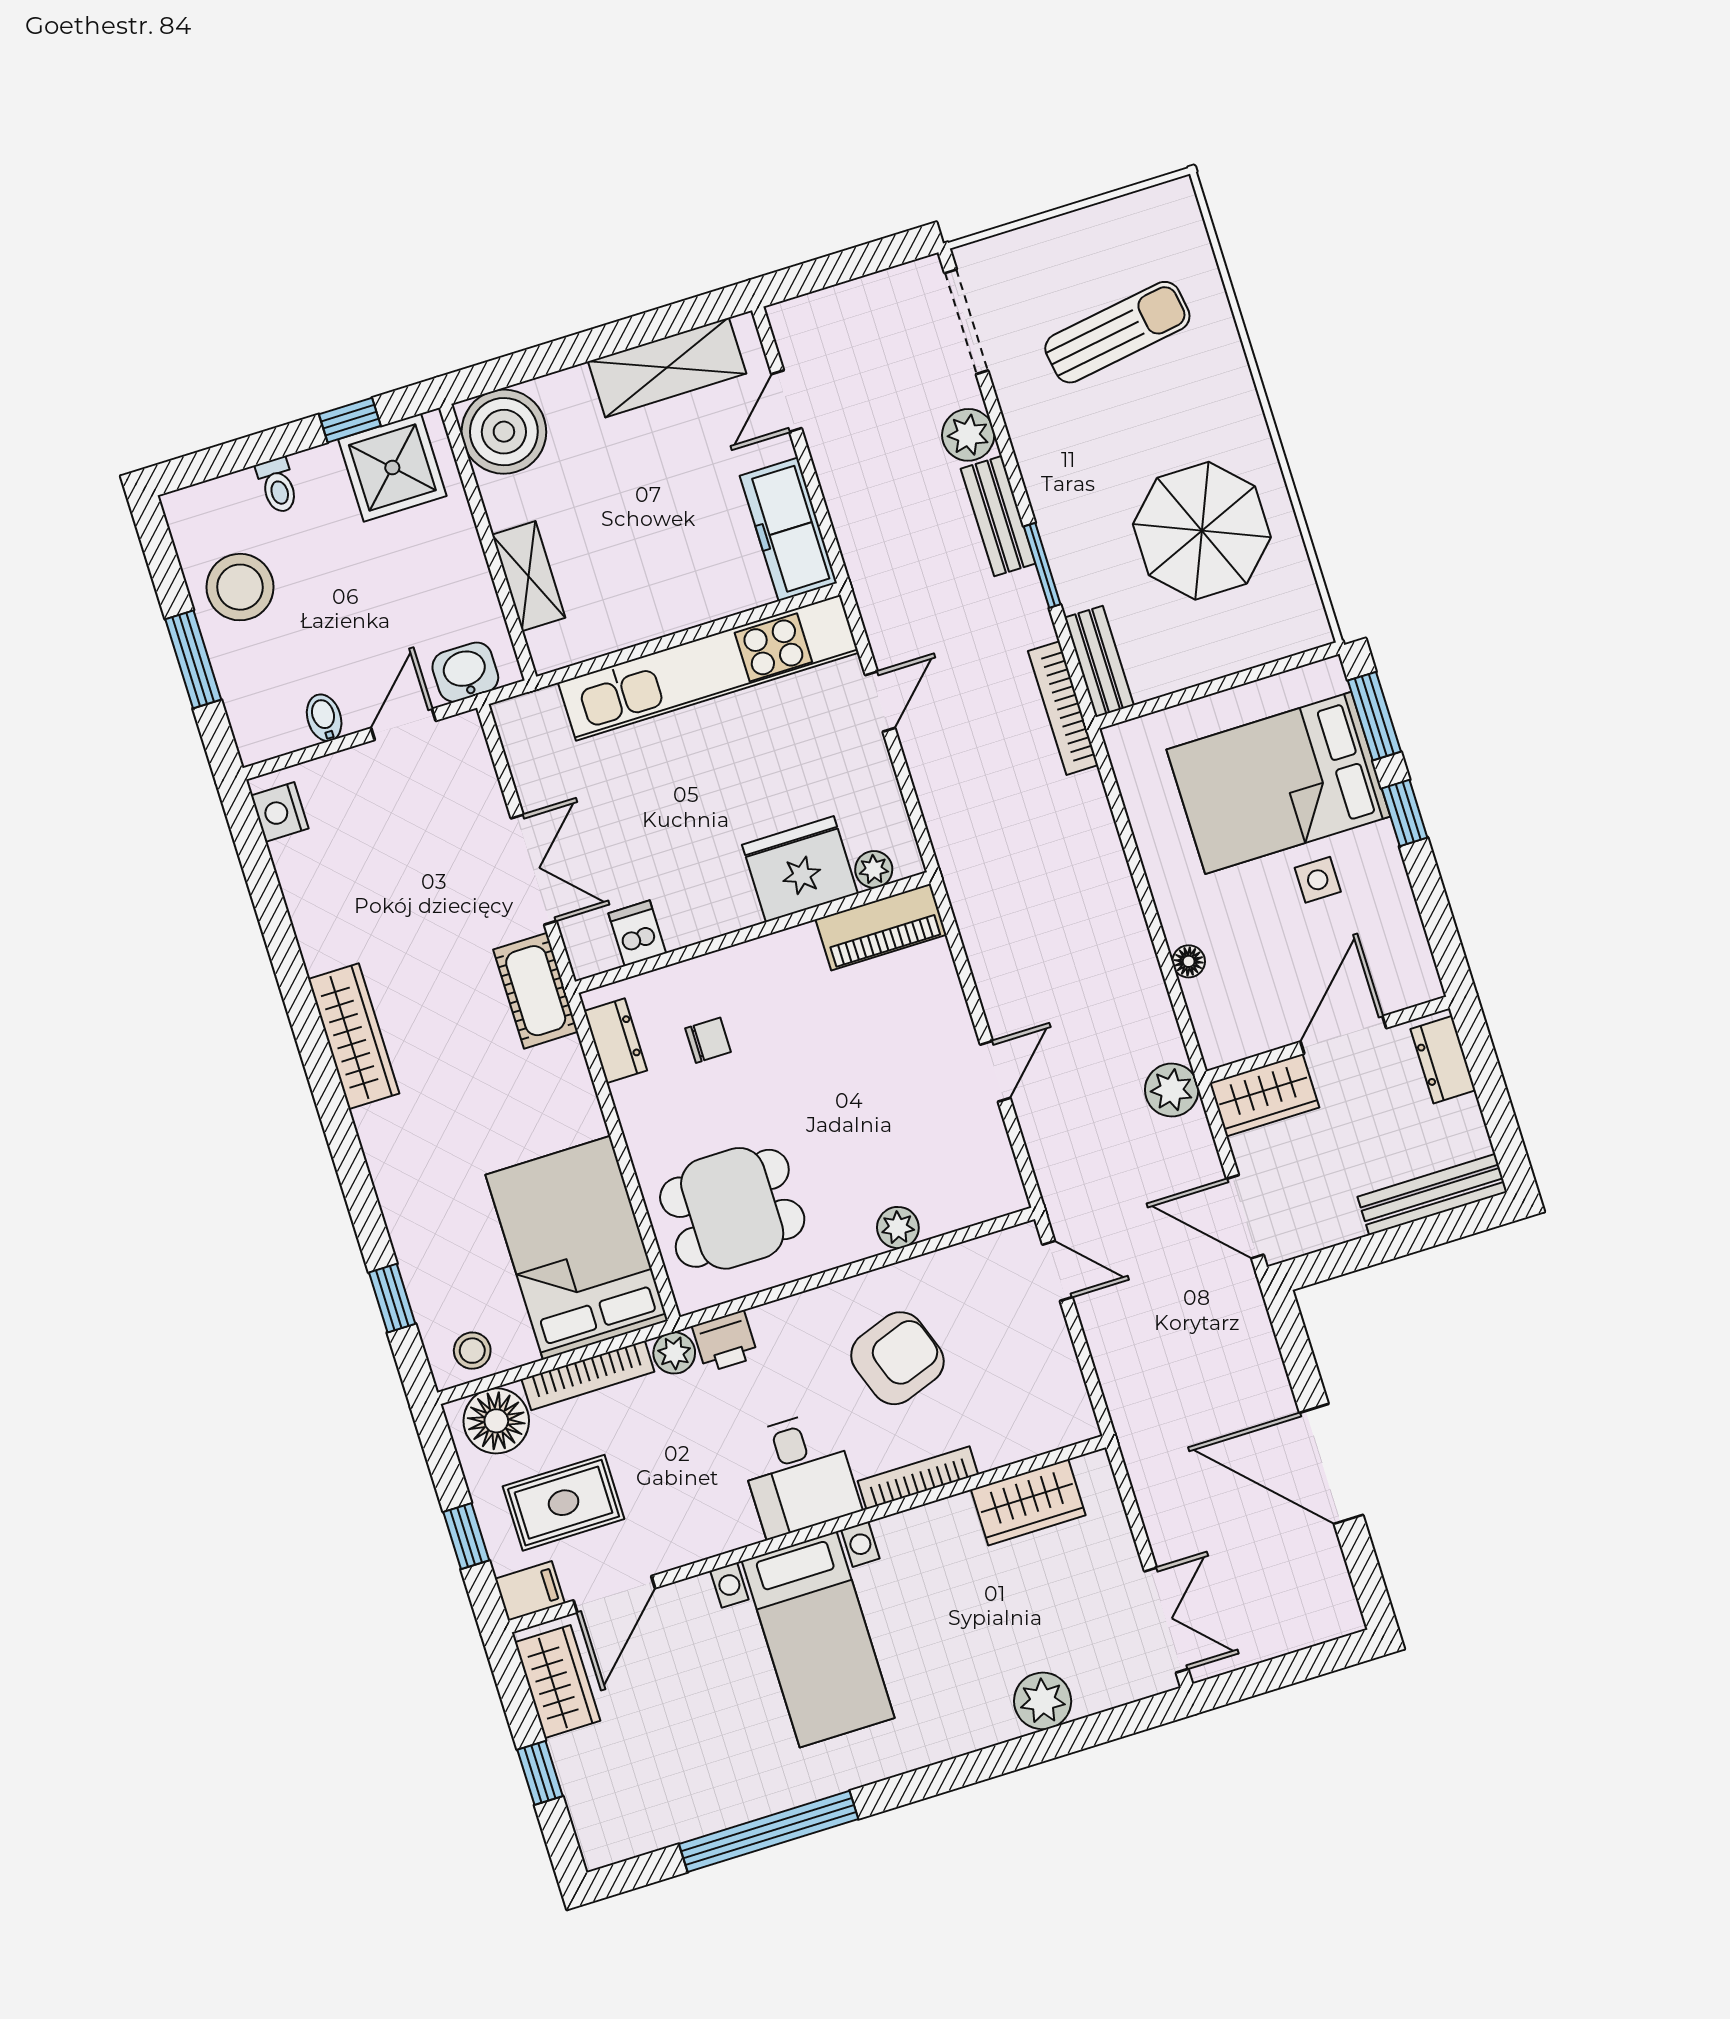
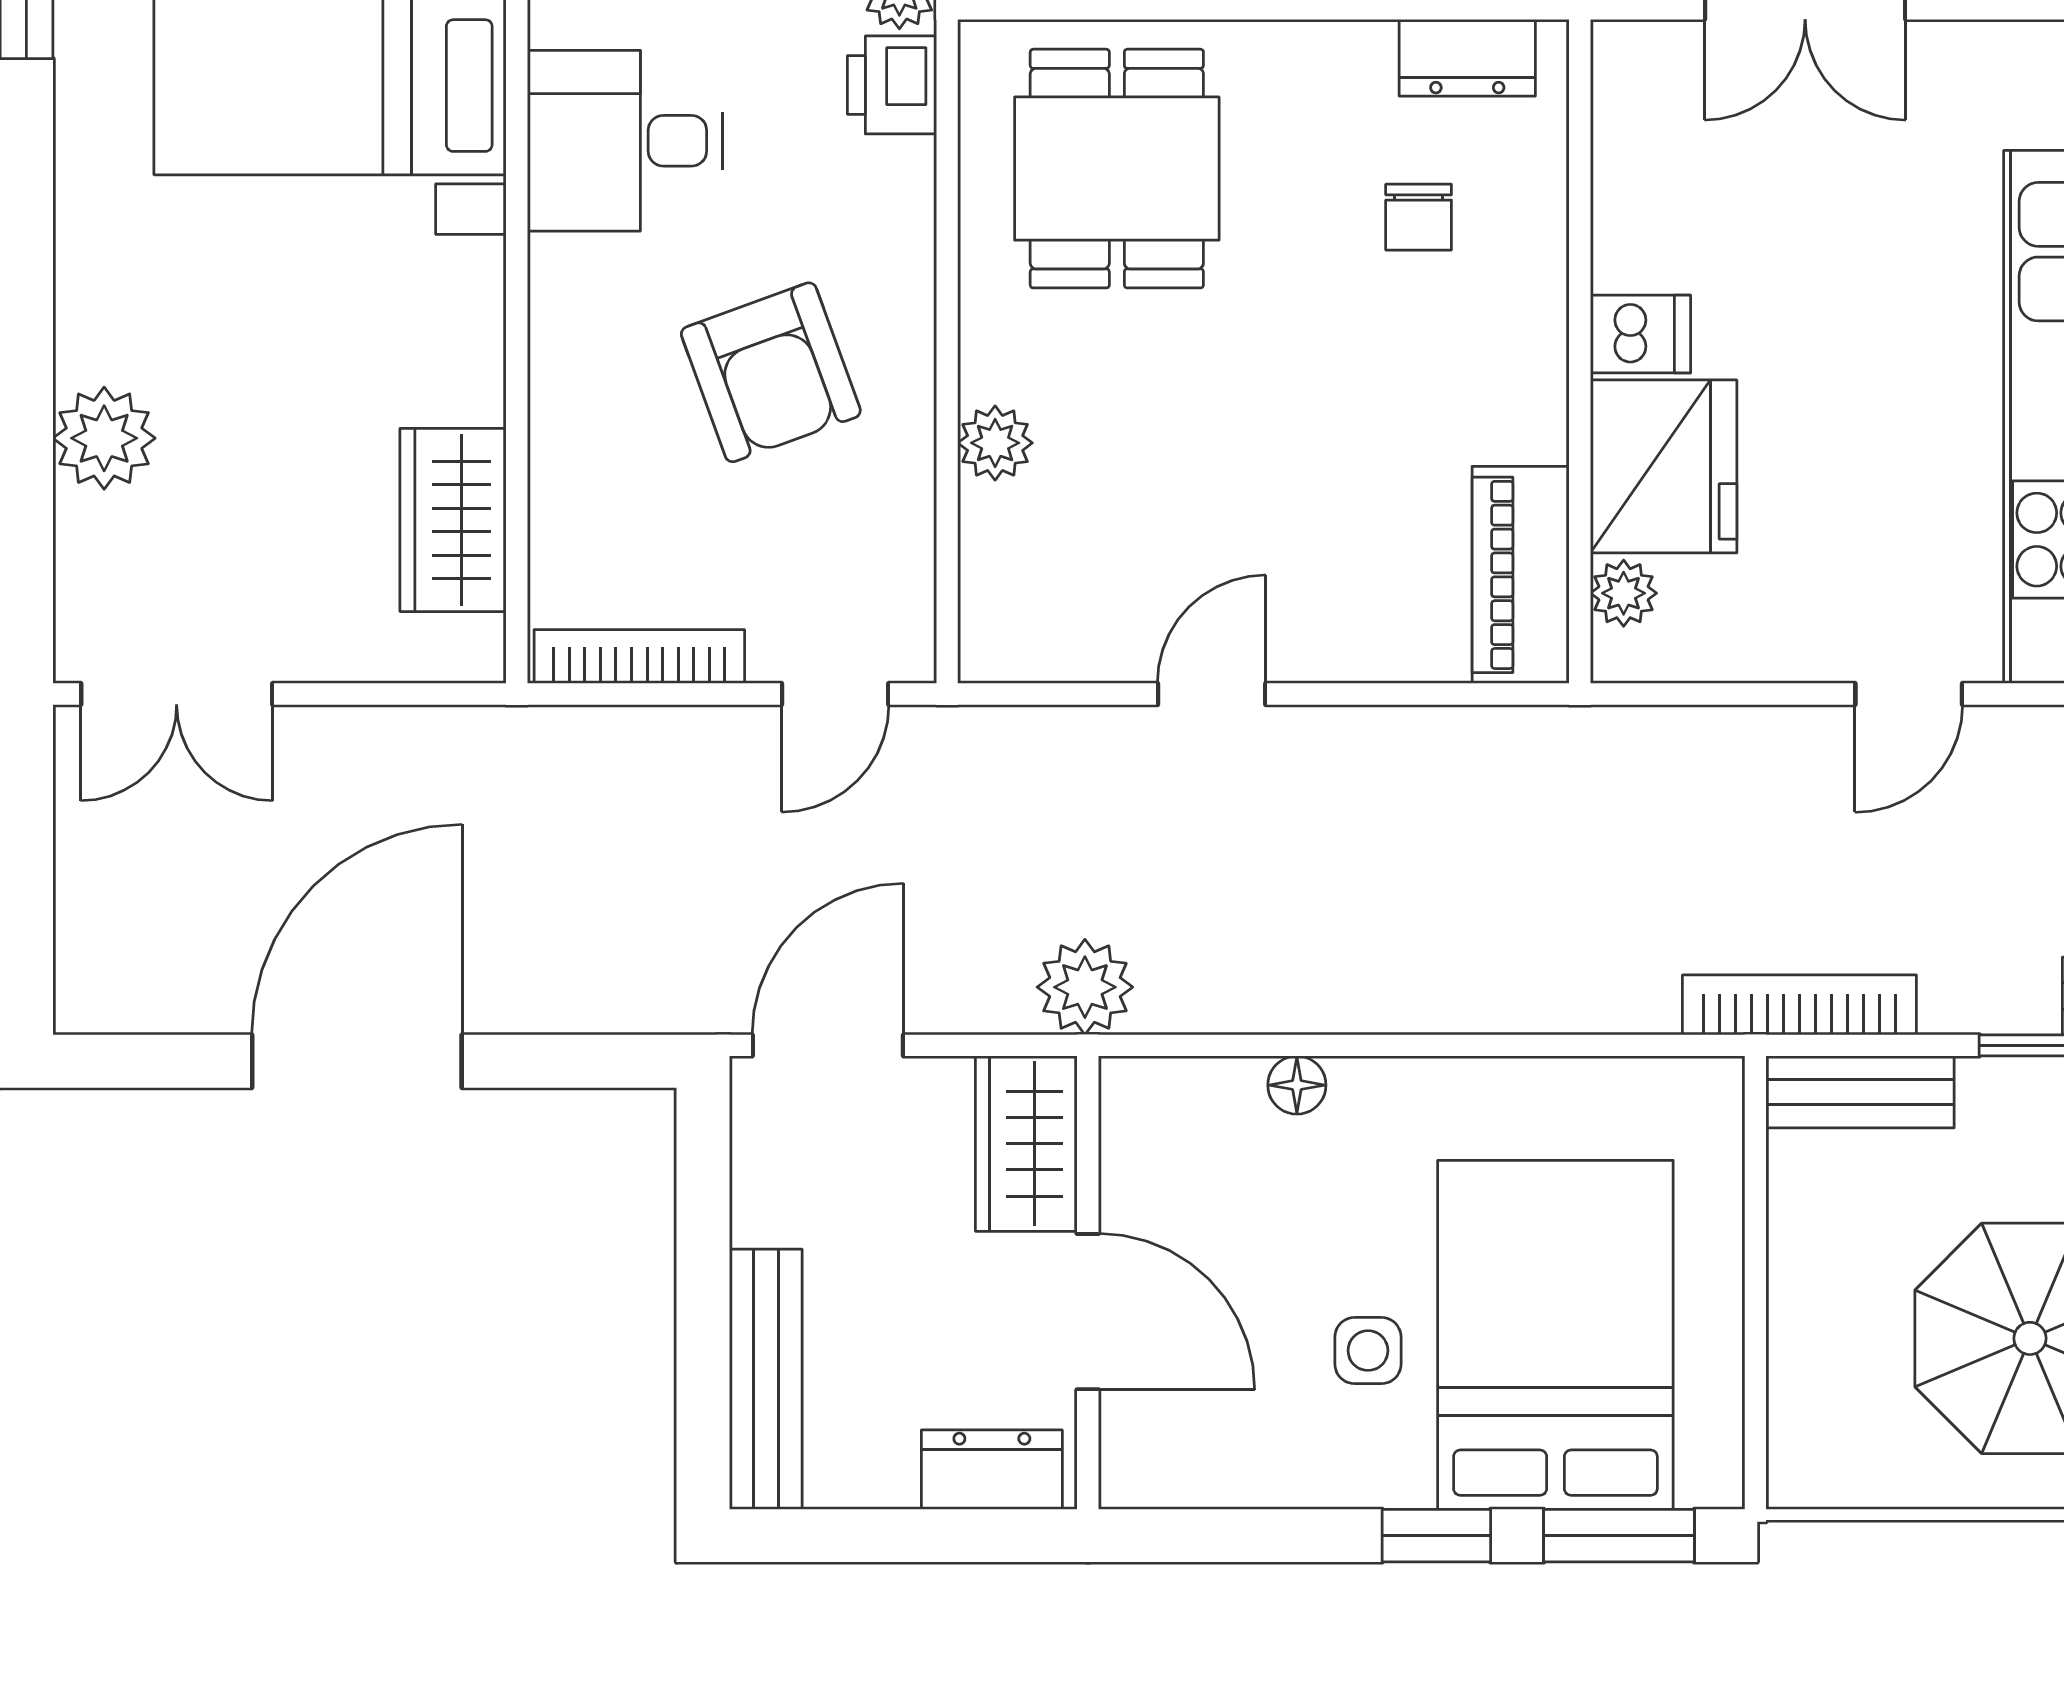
door: (880, 701) -> (1909, 694), hinge flipped
dishwasher: (637, 933) -> (1640, 334), moved
door: (995, 1071) -> (1212, 694), swing flipped
bookcase: (918, 1478) -> (639, 657), moved, turned -90

